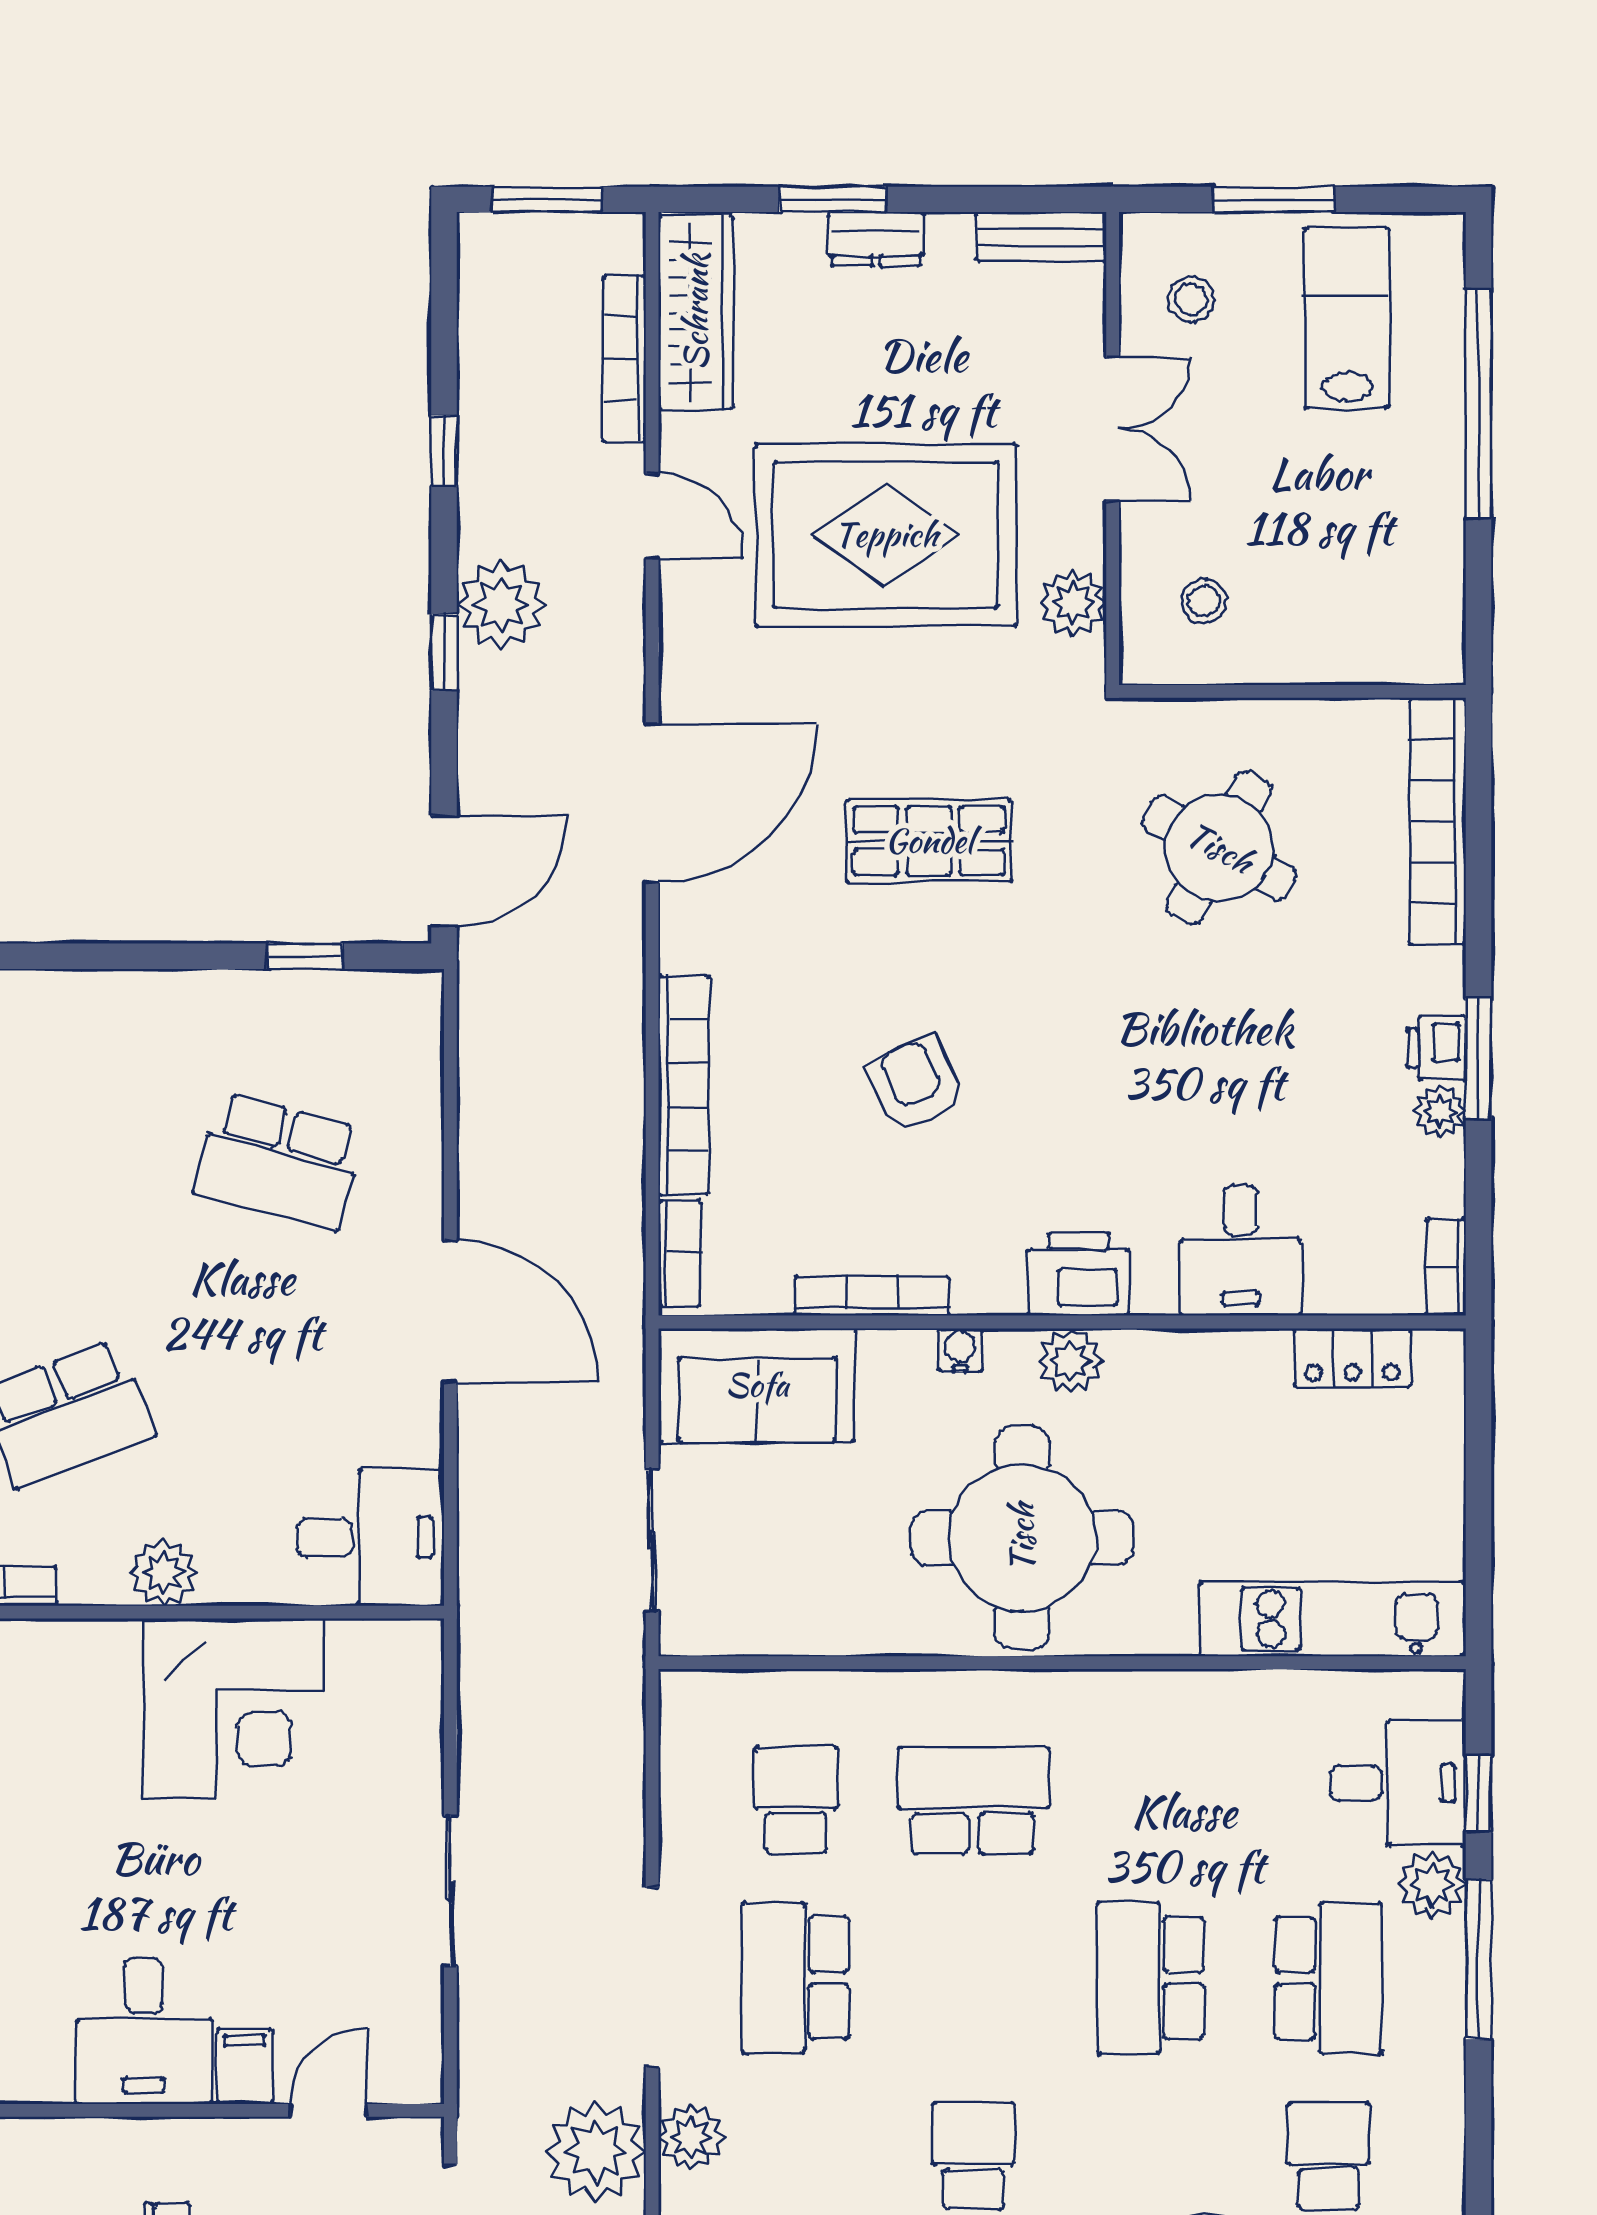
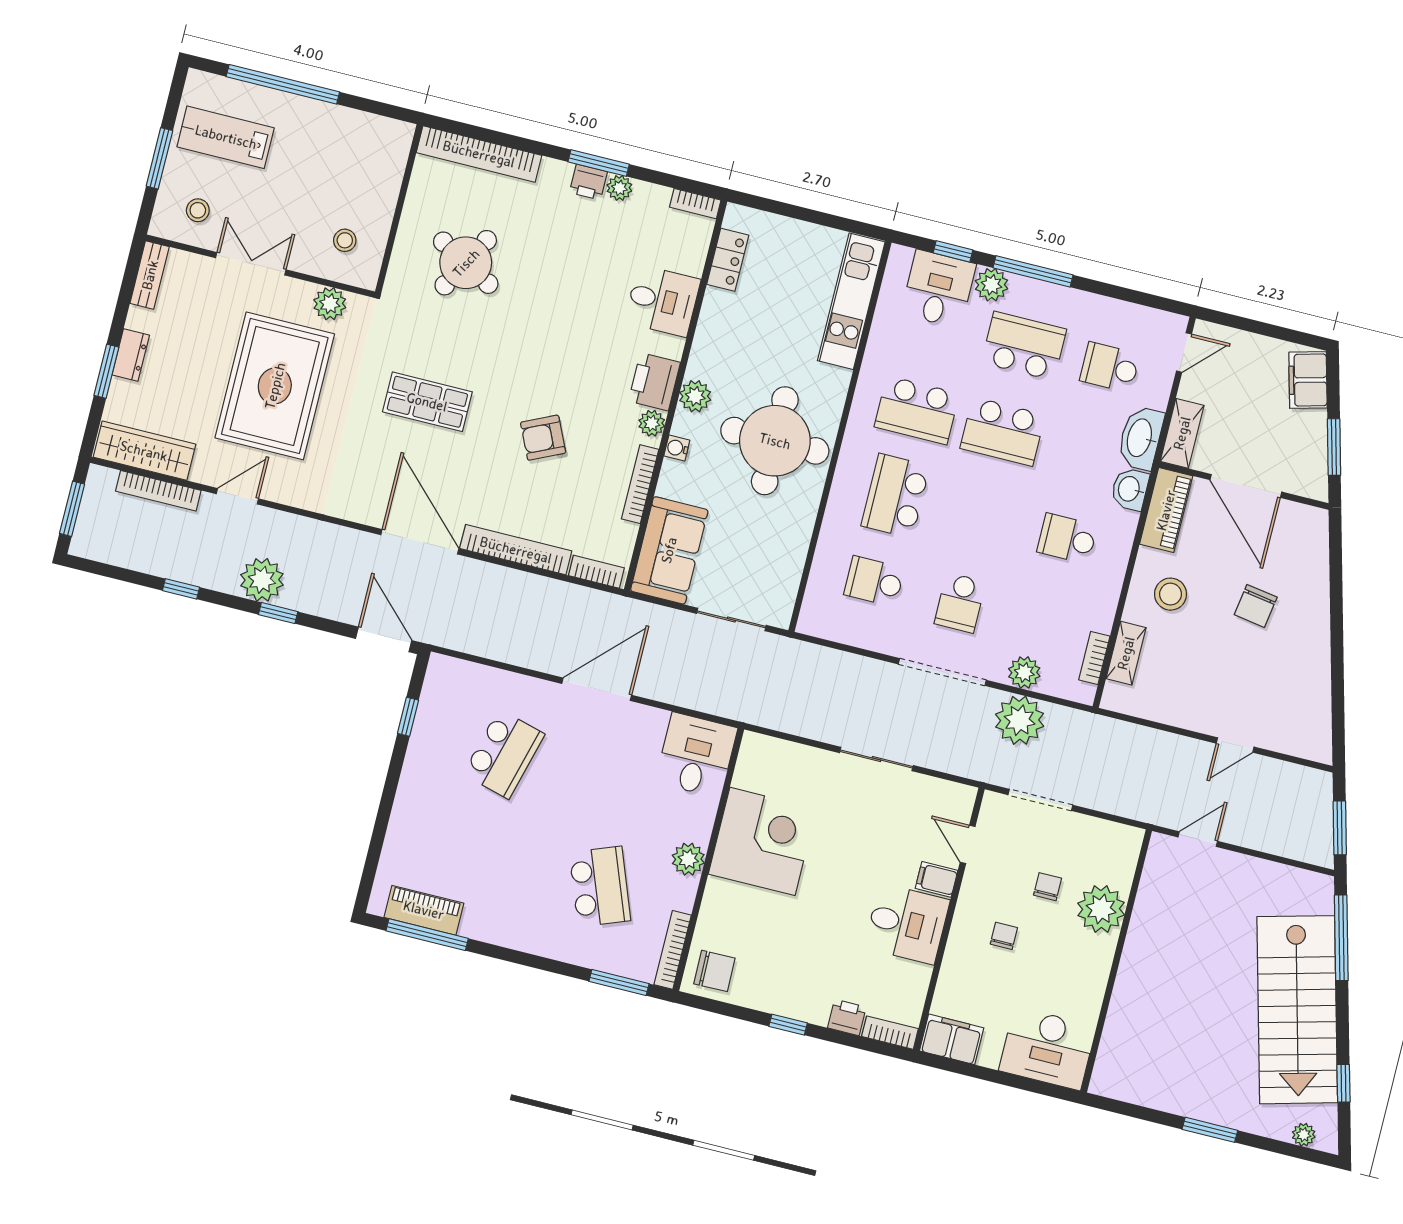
door: (652, 803) -> (420, 542), moved
shop shelf: (929, 841) -> (427, 402), turned 90
plant: (996, 1289) -> (652, 423), added
school desk: (1151, 1800) -> (917, 410), added
school desk: (796, 1978) -> (960, 603), width x0.54

